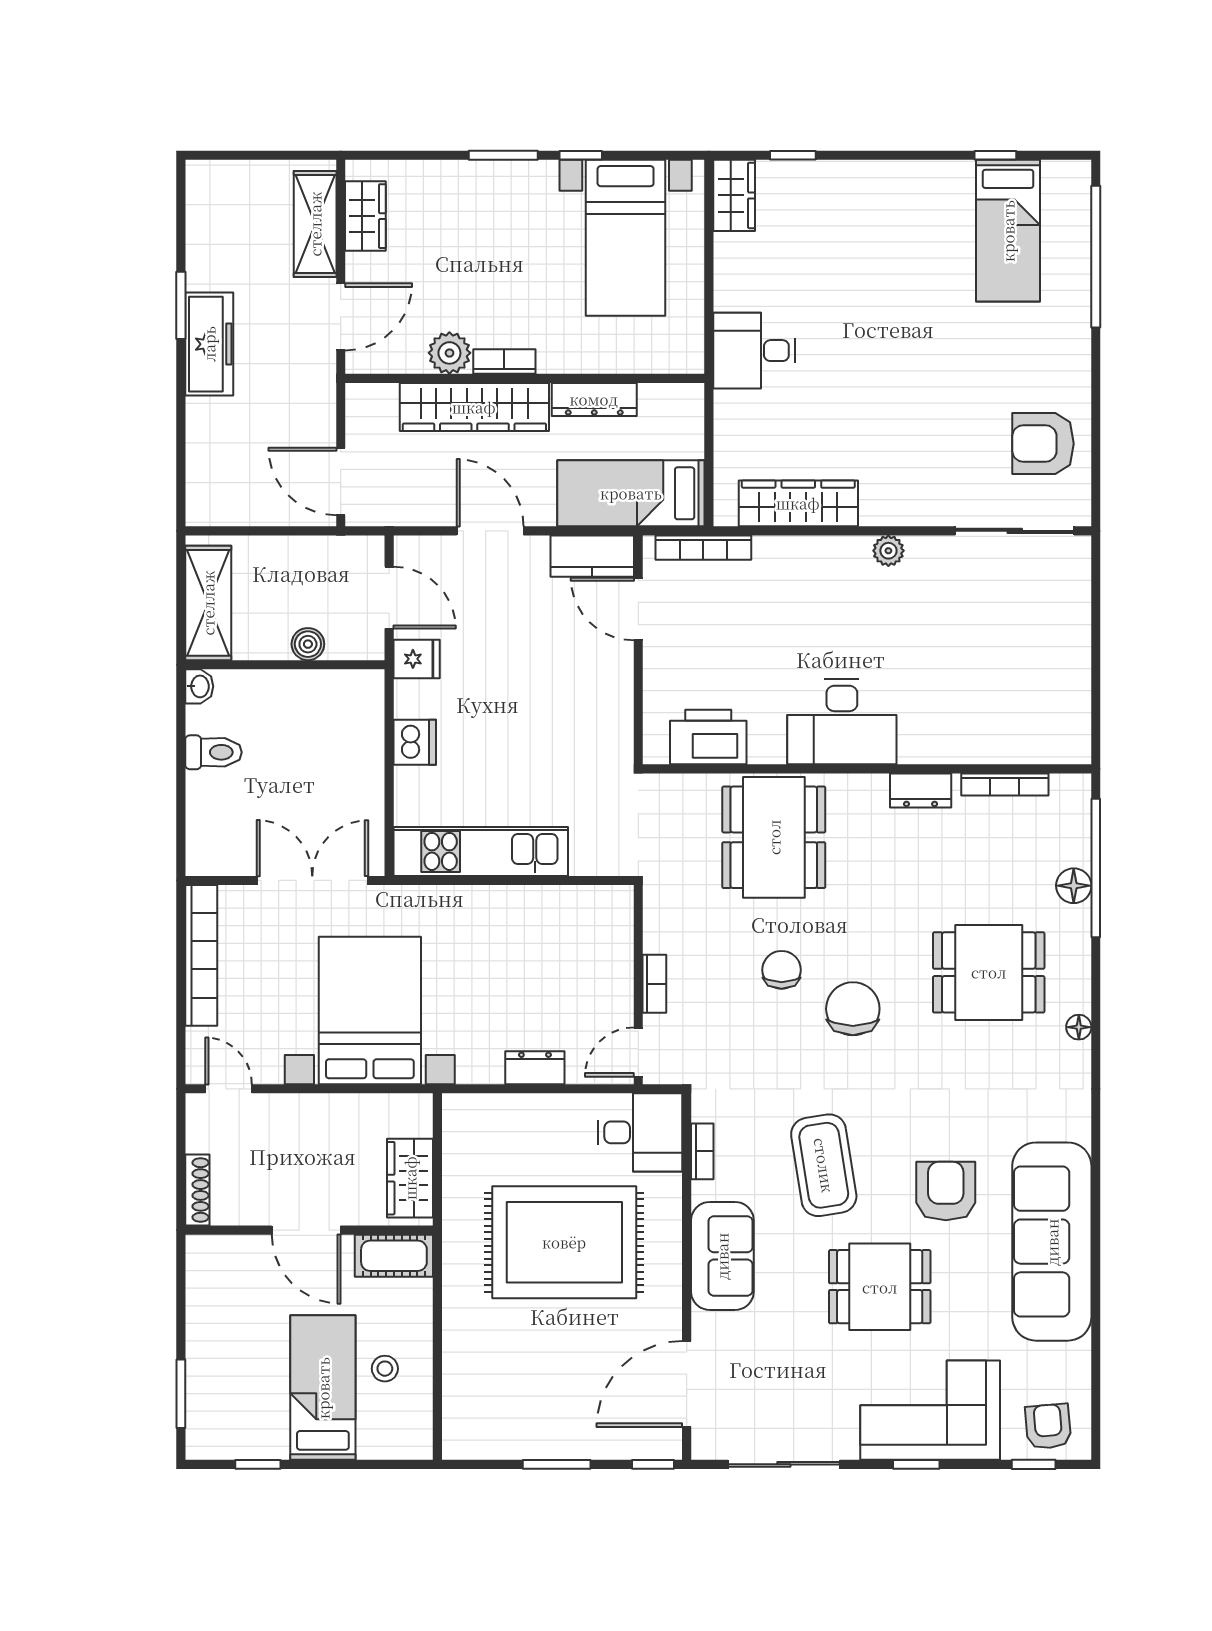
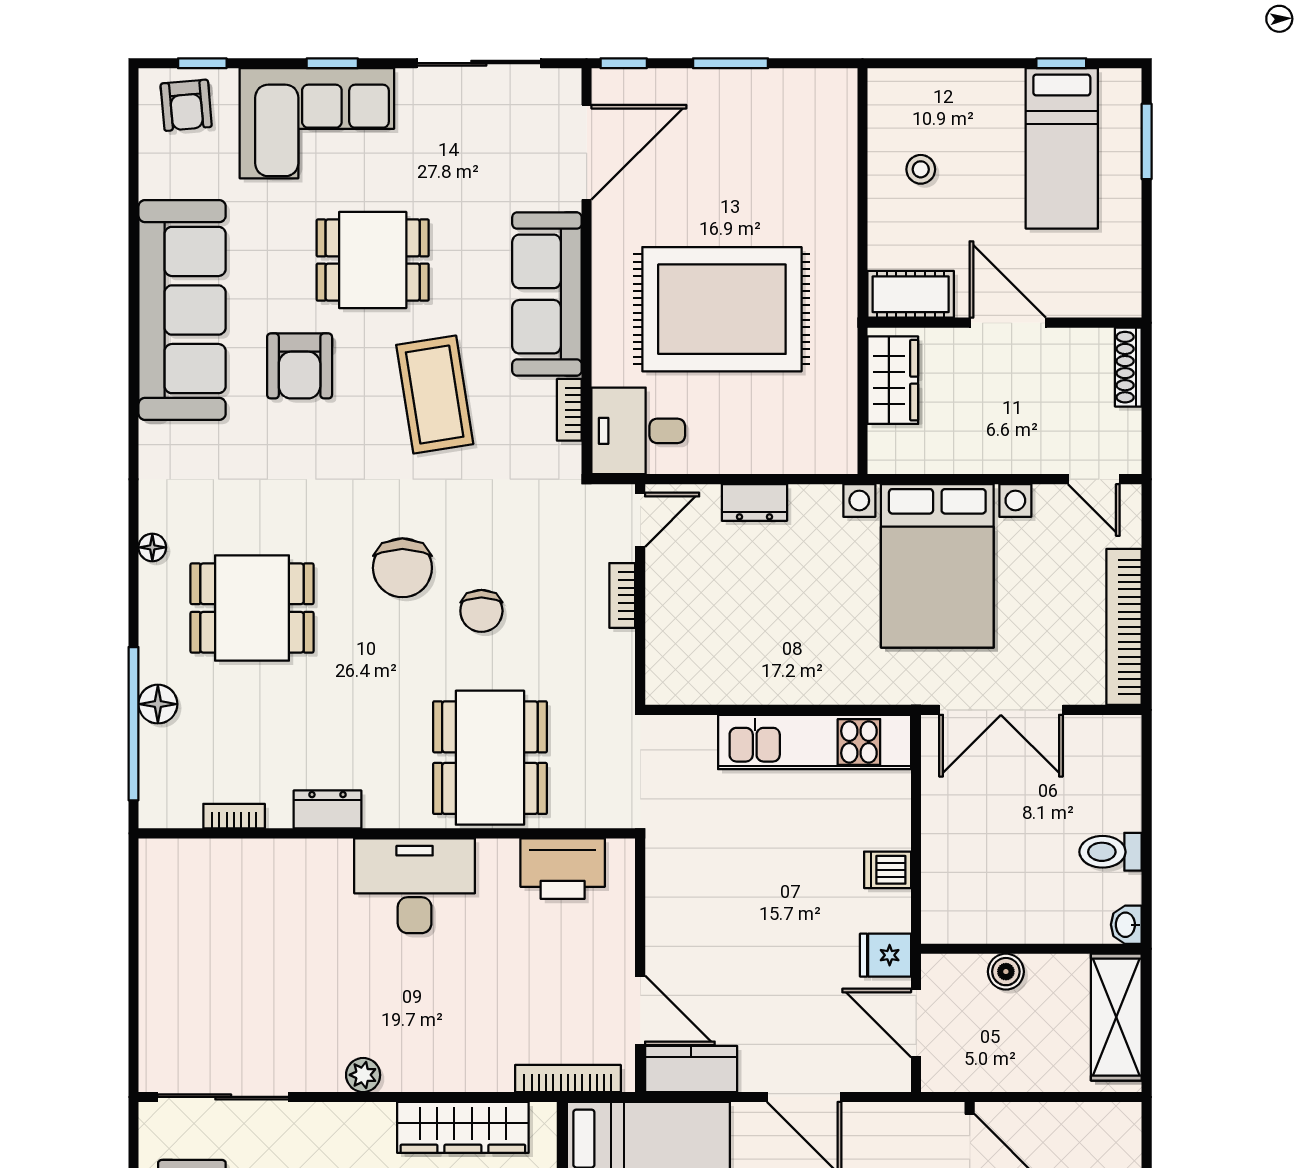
dishwasher: (415, 742) -> (888, 870), width x0.73
bookcase: (1005, 784) -> (234, 816), width x0.64
sofa: (722, 1256) -> (547, 294), width x1.36
bed: (323, 1388) -> (1062, 148), moved

